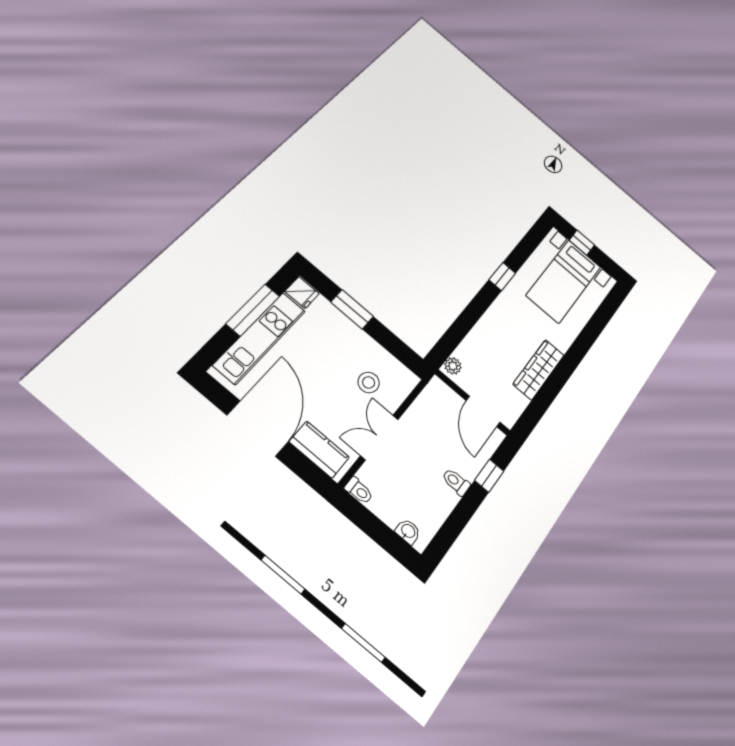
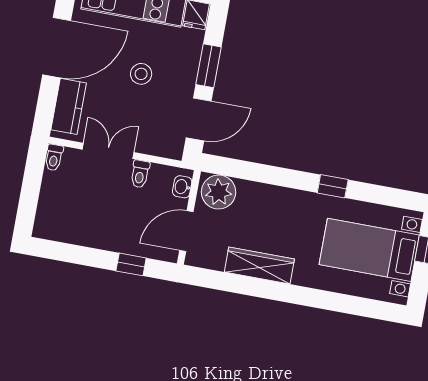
door: (394, 345) -> (199, 119), added
plant: (453, 366) -> (219, 192), width x1.88, depth x1.88
stool: (369, 382) -> (141, 74), moved
toilet: (456, 482) -> (140, 174), moved, turned 180
washbasin: (408, 531) -> (182, 187), moved, turned 180

